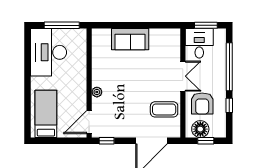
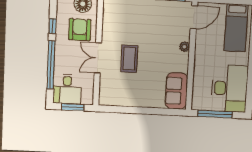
sofa: (130, 39) -> (176, 91), moved, turned -90
desk: (199, 43) -> (67, 89), moved
coffee table: (164, 109) -> (129, 59), moved, turned 90

